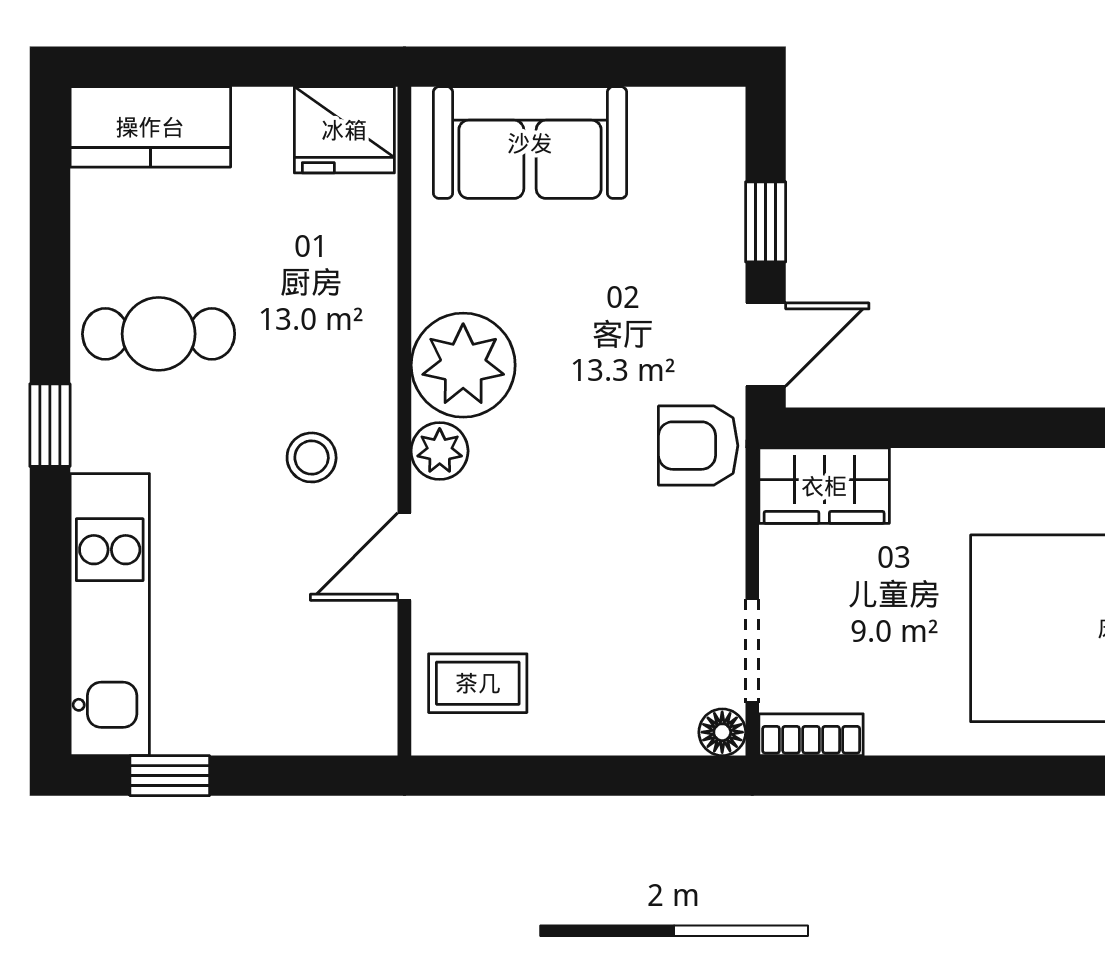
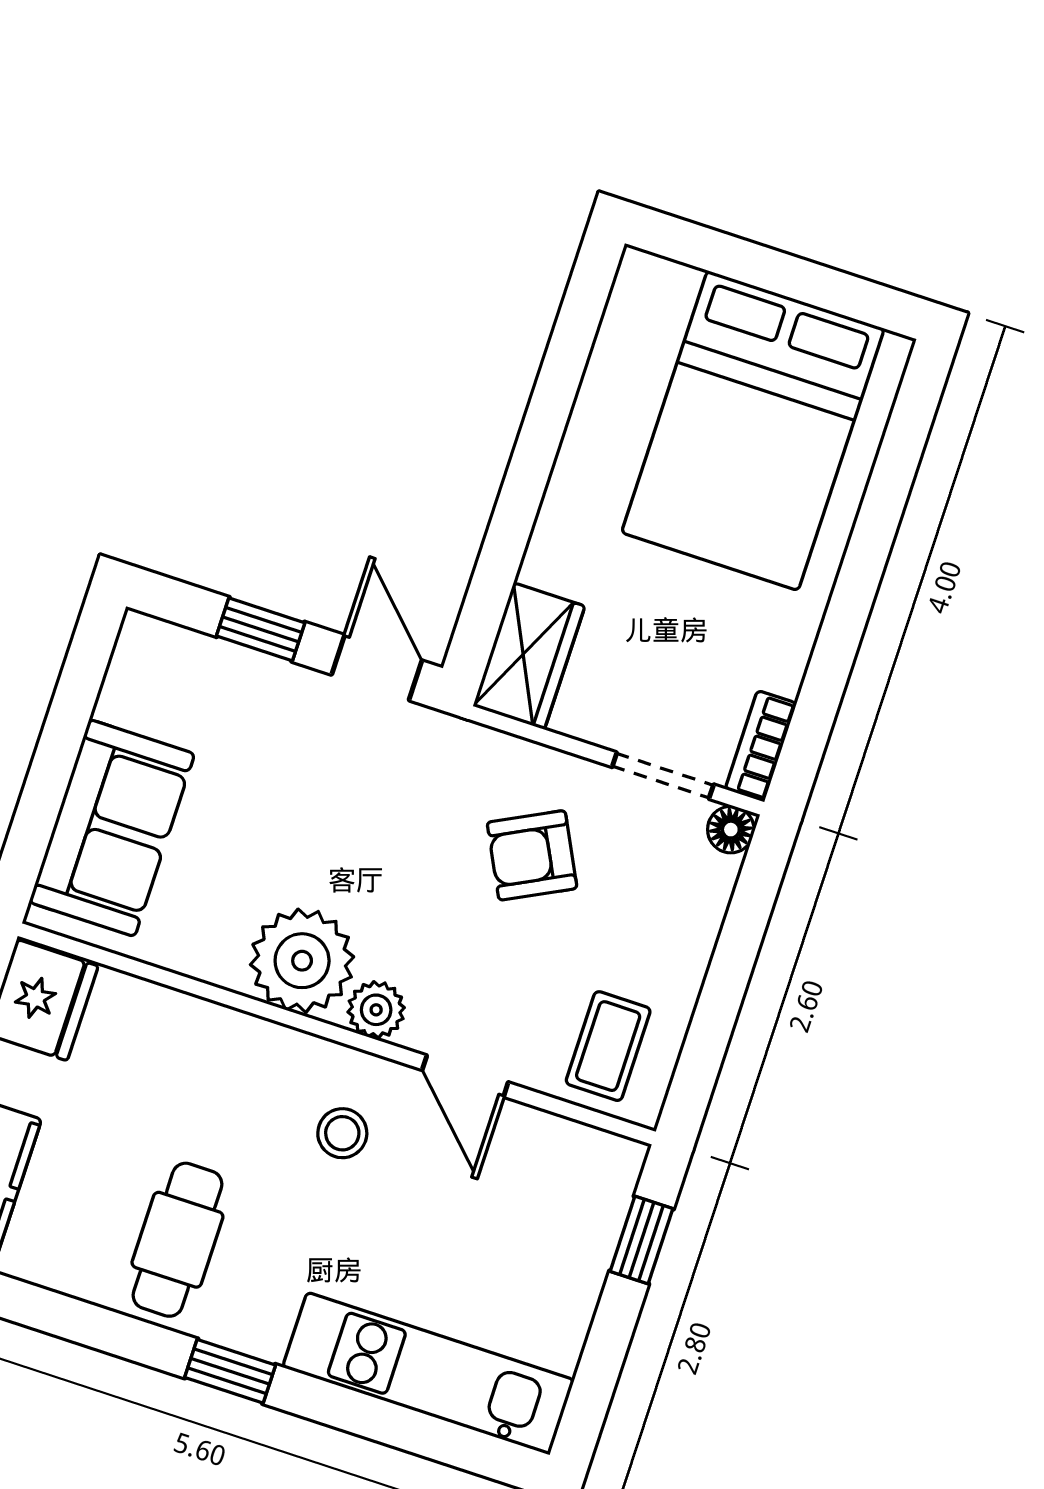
armchair: (698, 446) -> (532, 855), moved, turned 63
window: (170, 776) -> (641, 1240), moved

